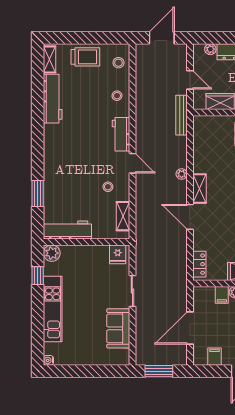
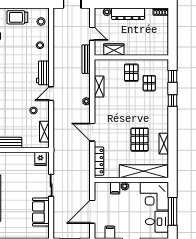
trolley: (85, 57) -> (17, 17), turned 180
door: (132, 163) -> (51, 94), swing flipped
shelving: (199, 189) -> (99, 86), moved
locker: (199, 264) -> (99, 161), width x1.53

